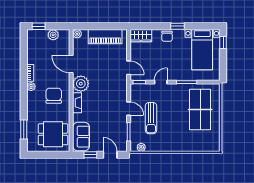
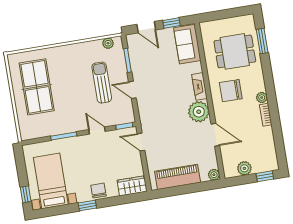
door: (161, 82) -> (97, 131), swing flipped
chair: (54, 96) -> (231, 91), turned 90
table tennis table: (200, 109) -> (37, 87), moved
dining table: (53, 134) -> (235, 51), moved

